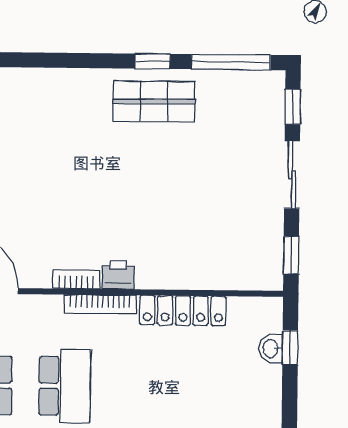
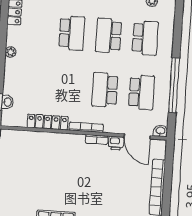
printer: (118, 275) -> (116, 143), moved

